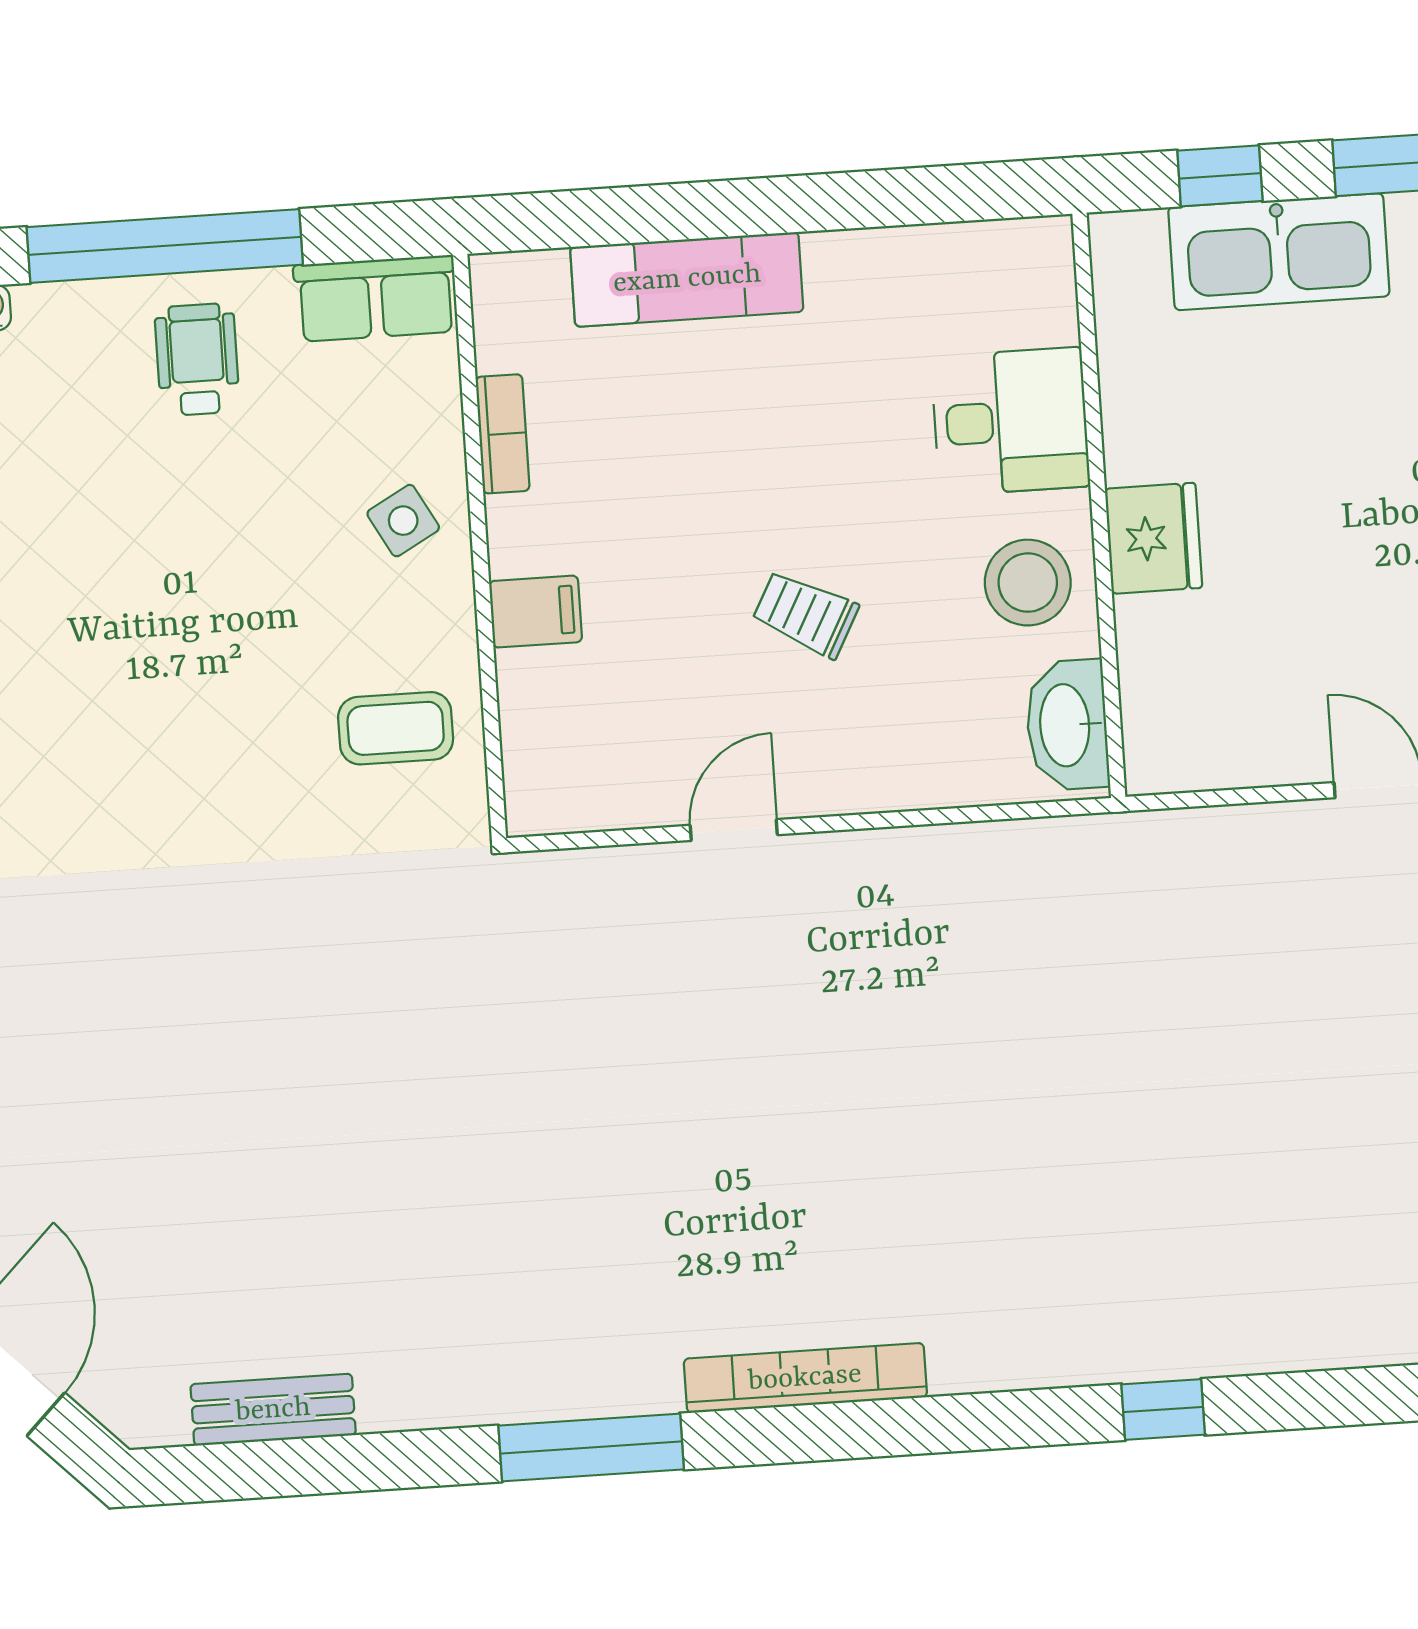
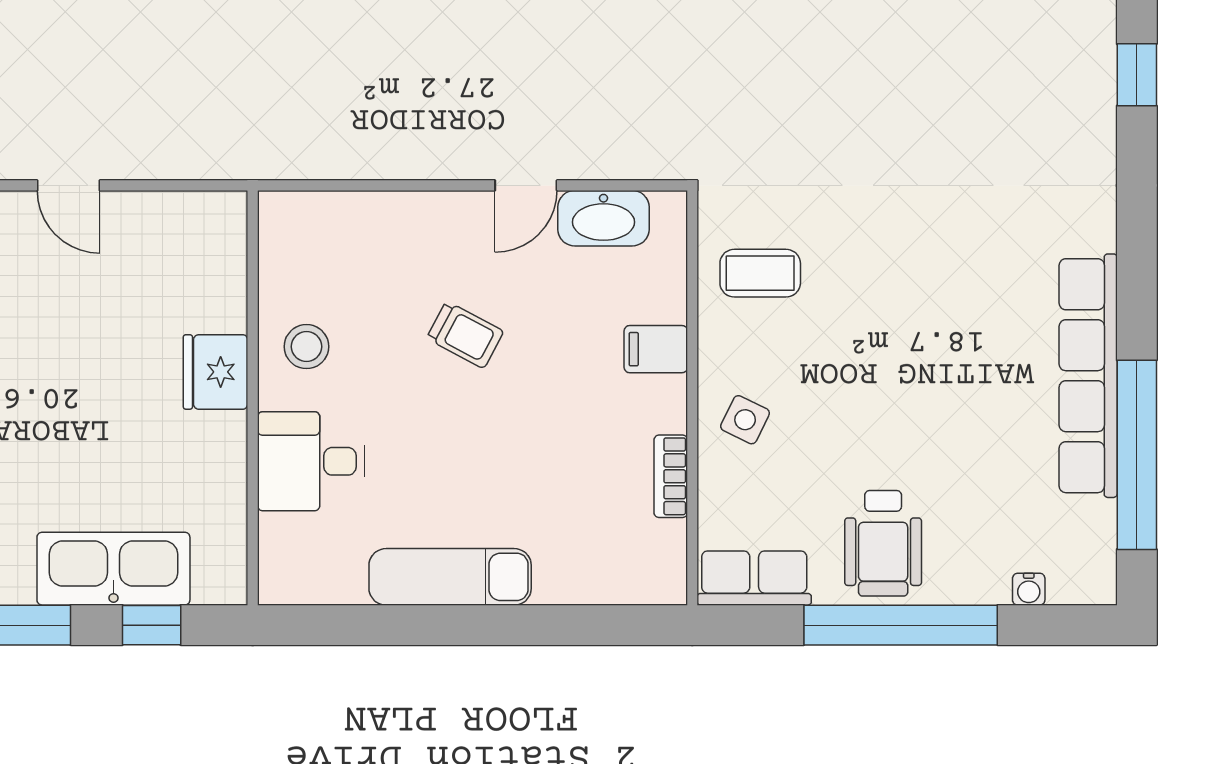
exam couch: (687, 279) -> (450, 577), moved
wheelchair: (197, 359) -> (883, 543), width x1.36, depth x1.37
side table: (403, 521) -> (745, 420), turned -35
stool: (1028, 583) -> (306, 347), width x0.73, depth x0.73
washbasin: (1067, 725) -> (603, 218), moved, turned 90

